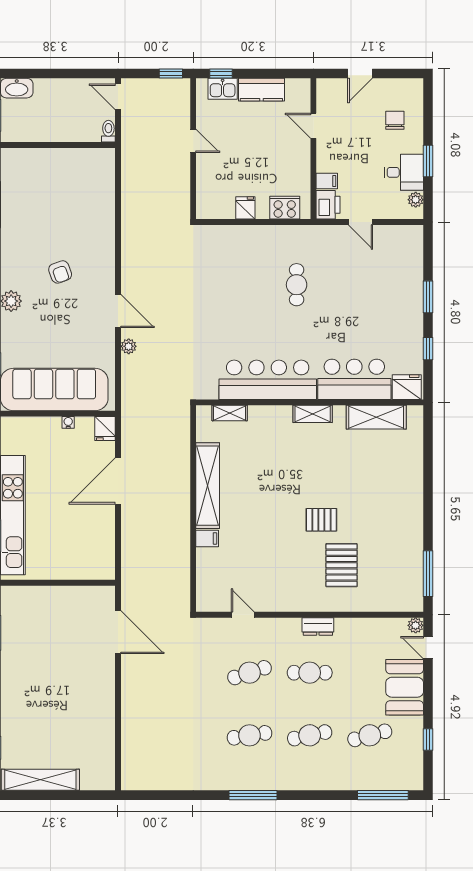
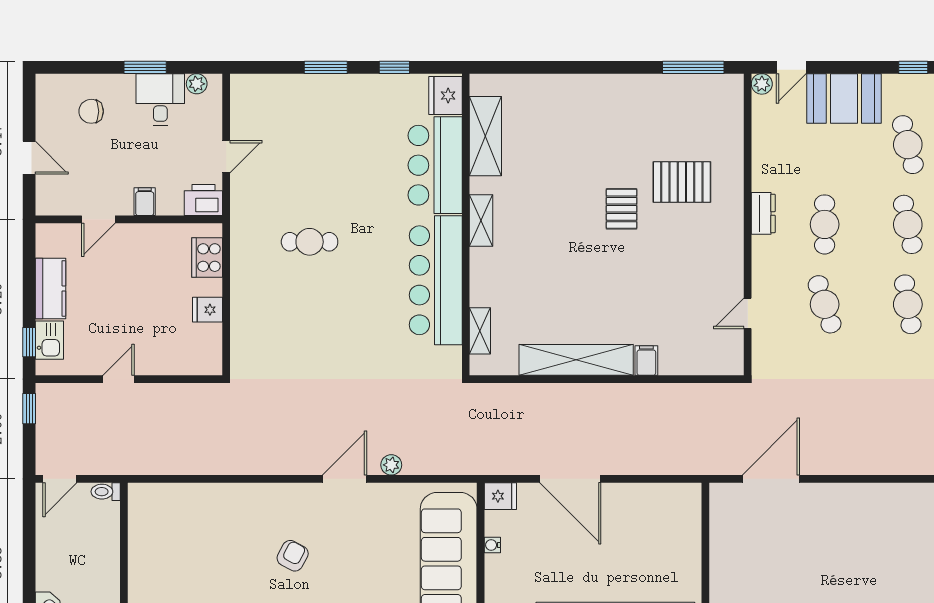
filing cabinet: (327, 181) -> (145, 202), moved
armchair: (60, 272) -> (293, 556), turned -42

